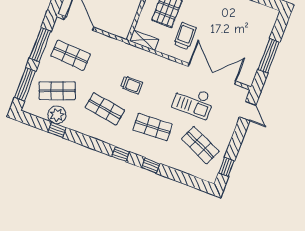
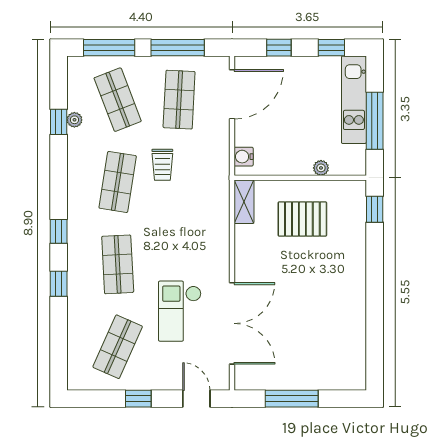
water cooler: (118, 30) -> (244, 157), added
trolley: (185, 36) -> (274, 261), removed
trolley: (132, 85) -> (162, 165), moved
door: (248, 111) -> (196, 399), swing flipped
plant: (57, 115) -> (74, 120), width x0.53, depth x0.53
window: (226, 167) -> (138, 399), moved

